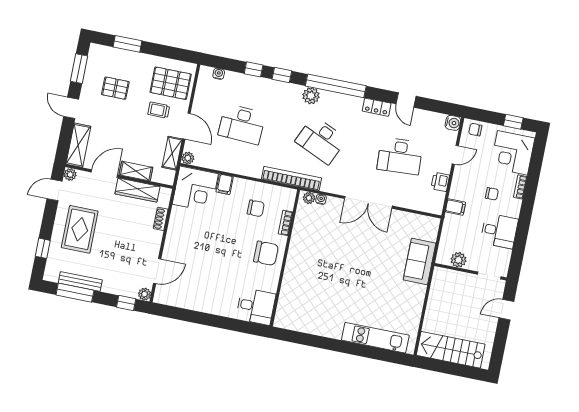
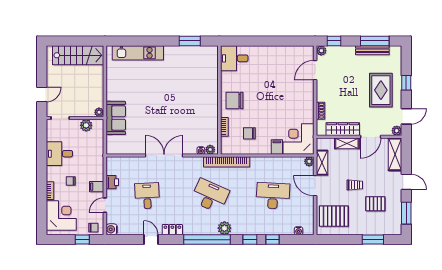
trolley: (159, 110) -> (355, 185), moved
window: (513, 122) -> (82, 240), moved
desk: (400, 156) -> (147, 196), width x0.73
filing cabinet: (455, 207) -> (97, 187), moved
window: (43, 248) -> (406, 83), moved
plant: (439, 273) -> (99, 112), added
window: (307, 339) -> (190, 41), added

